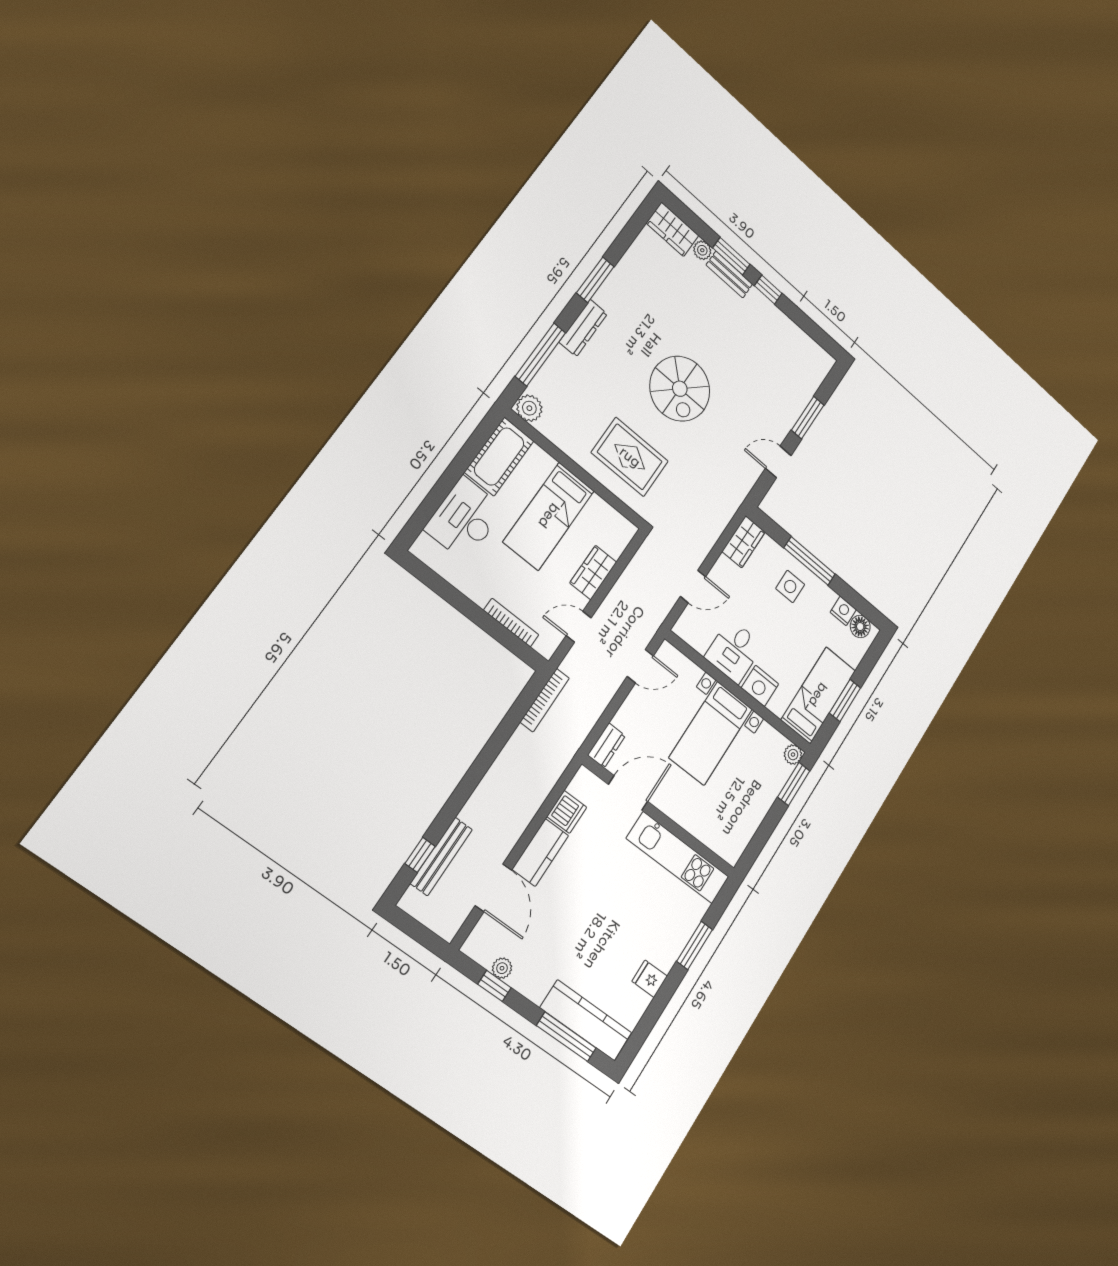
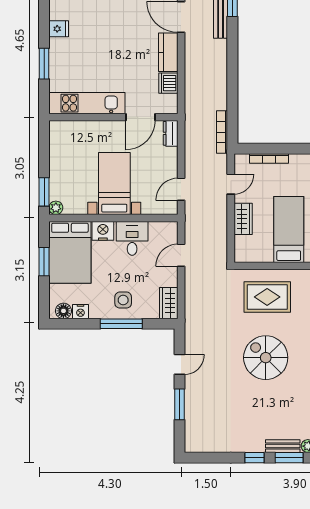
bed: (818, 695) -> (70, 252), width x1.50

